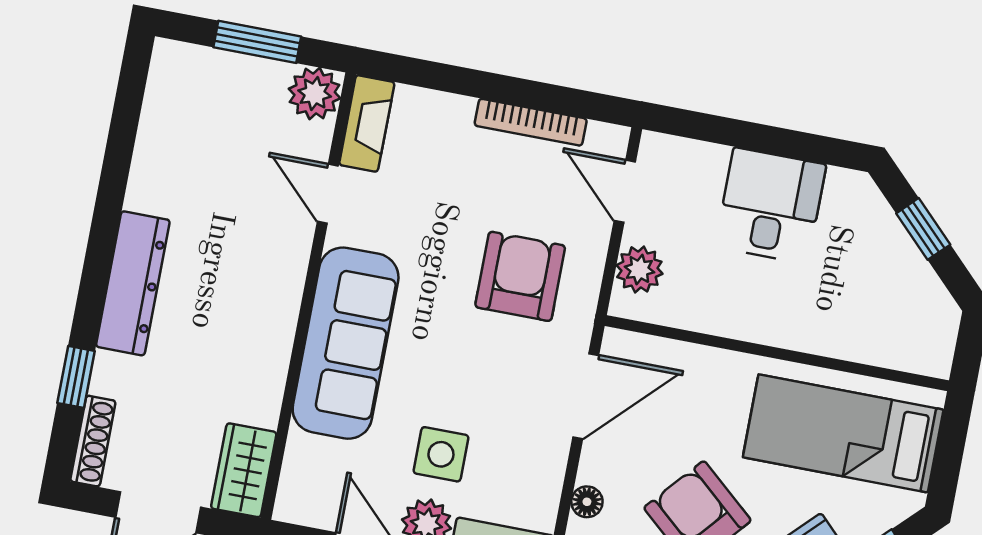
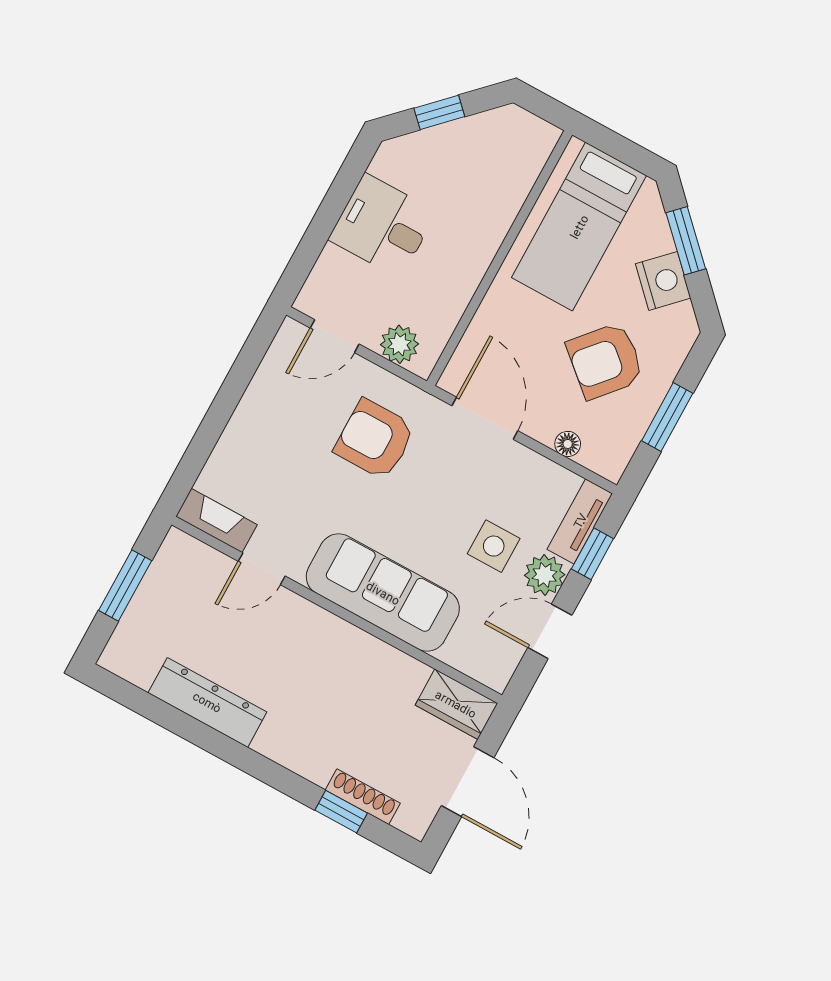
plant: (315, 93) -> (180, 554), removed
bookcase: (531, 122) -> (257, 392), removed
dresser: (133, 283) -> (207, 702), moved
shoe rack: (93, 441) -> (363, 797), moved

